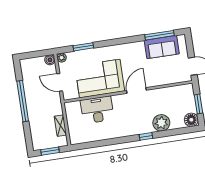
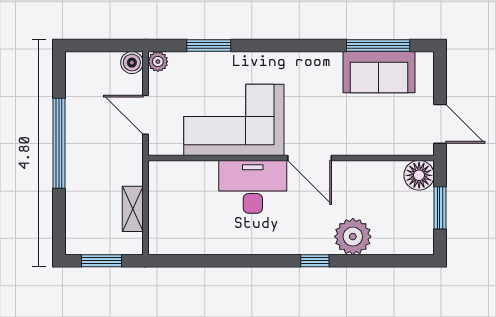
door: (136, 90) -> (310, 158), swing flipped
desk: (97, 110) -> (253, 187), moved
floor lamp: (191, 120) -> (419, 175), moved

